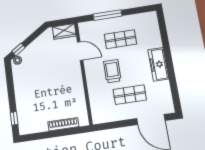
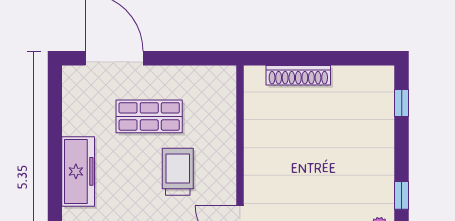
trolley: (112, 71) -> (178, 172), turned 180
window: (9, 76) -> (402, 195), added

